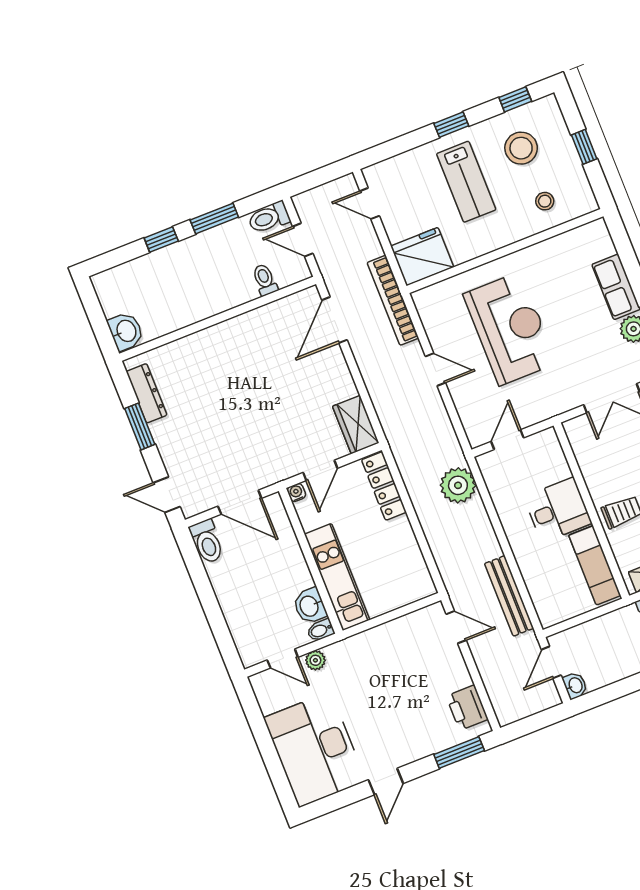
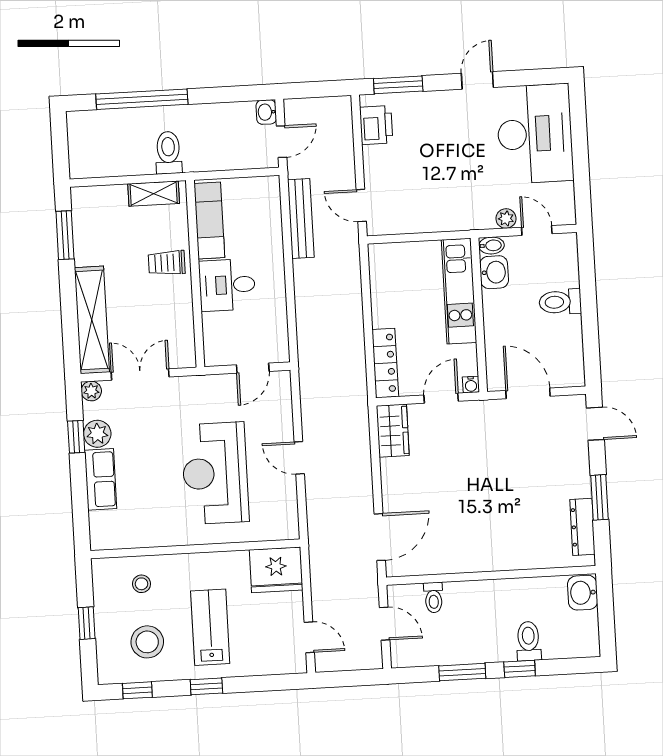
toilet: (269, 218) -> (529, 641), moved, turned -90
bookcase: (393, 300) -> (318, 537), removed
plant: (458, 485) -> (314, 340), removed
toilet: (207, 541) -> (560, 302), moved, turned -90

